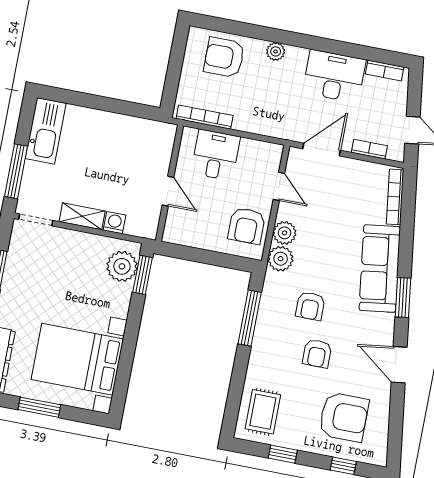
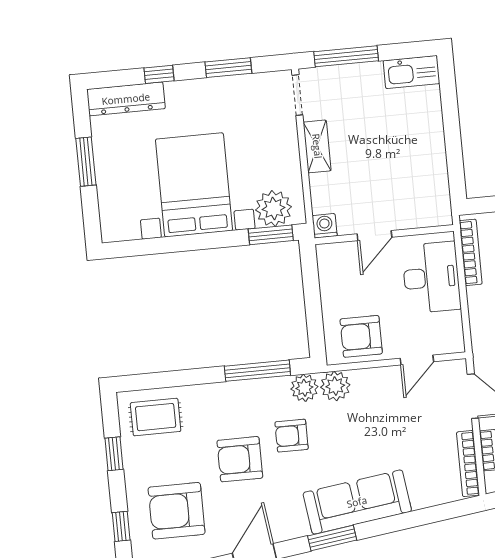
kitchen sink: (46, 131) -> (411, 72), width x0.73, depth x0.81
desk: (216, 155) -> (431, 277), width x1.37
bookcase: (395, 197) -> (468, 464), moved, turned -82
washing machine: (115, 223) -> (325, 226), moved, turned -90
plant: (285, 233) -> (304, 388), moved
armchair: (317, 353) -> (240, 459), width x1.38, depth x1.38
bed with nightstands: (77, 359) -> (194, 185), moved
armchair: (344, 417) -> (177, 511), turned 90

